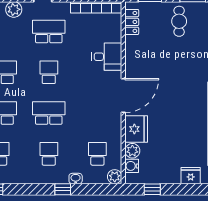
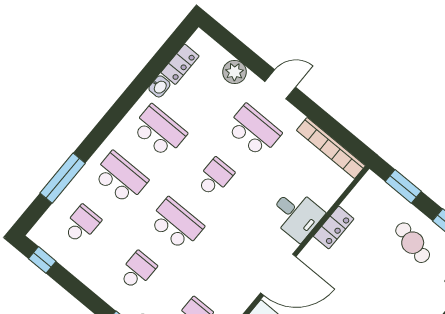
cafe table: (179, 21) -> (413, 243), turned -76
locker: (132, 22) -> (334, 227), moved

